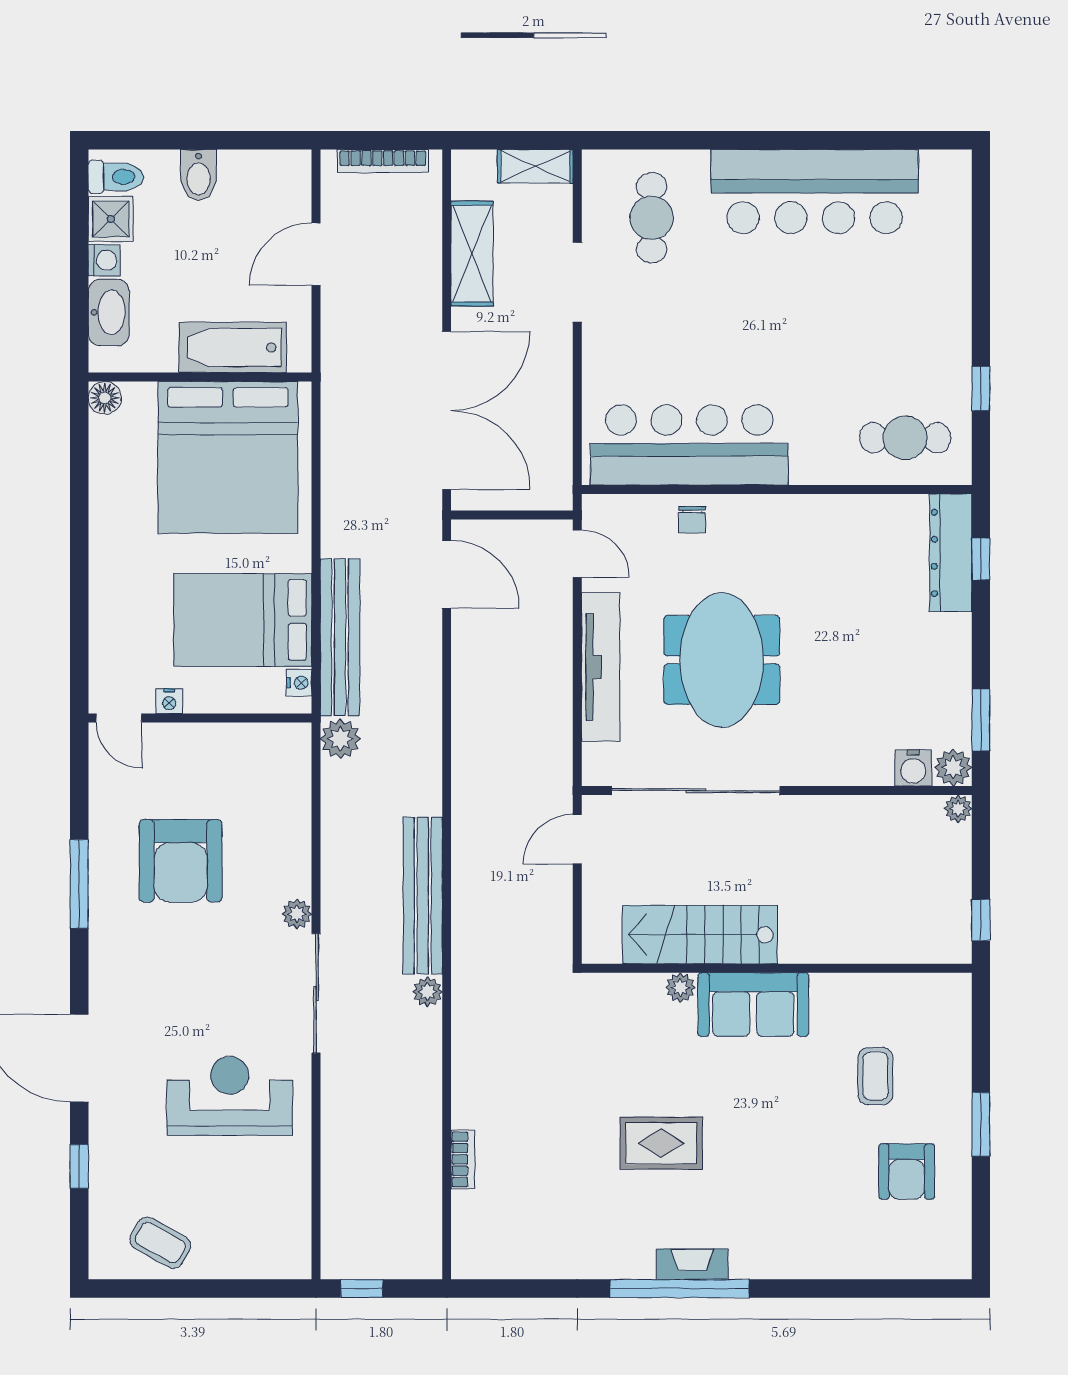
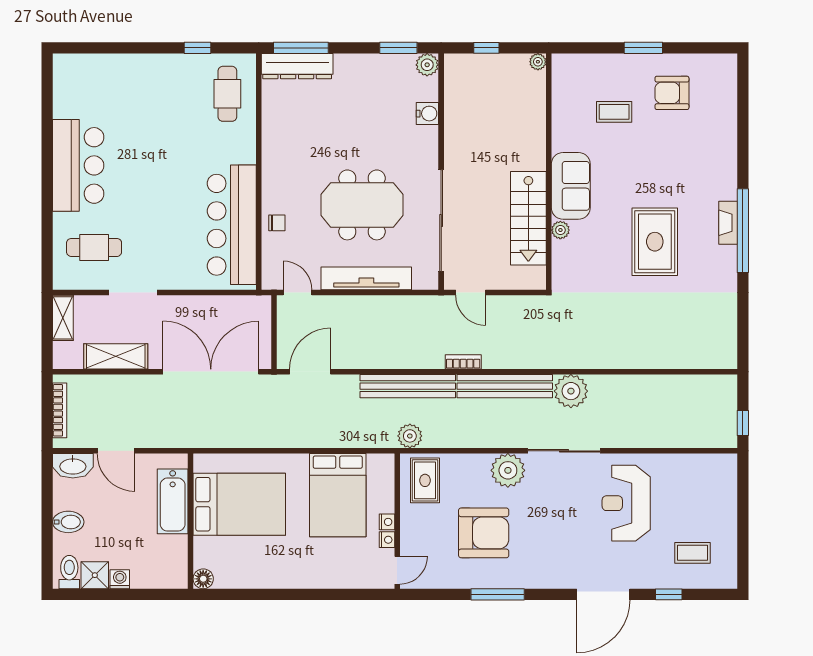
bar counter: (815, 192) -> (78, 165), width x0.73
washbasin: (109, 312) -> (73, 466), moved, turned 180
bed: (228, 457) -> (239, 504), width x0.73
door: (577, 554) -> (298, 293), hinge flipped
window: (981, 559) -> (301, 48), width x2.17
bench: (340, 637) -> (408, 386), moved
nightstand: (299, 683) -> (387, 522), moved, turned 90
rug: (267, 764) -> (425, 480), added
water cooler: (913, 768) -> (427, 114), moved
plant: (958, 809) -> (538, 62), moved
plant: (297, 914) -> (508, 470), width x1.88, depth x1.88
window: (981, 920) -> (486, 48), moved
plant: (427, 992) -> (571, 391), width x1.87, depth x1.87
rug: (661, 1143) -> (655, 242), width x1.36, depth x1.43
bookcase: (463, 1159) -> (463, 362), moved
armchair: (907, 1172) -> (672, 93), turned 180
coffee table: (160, 1243) -> (692, 553), moved, turned 61

